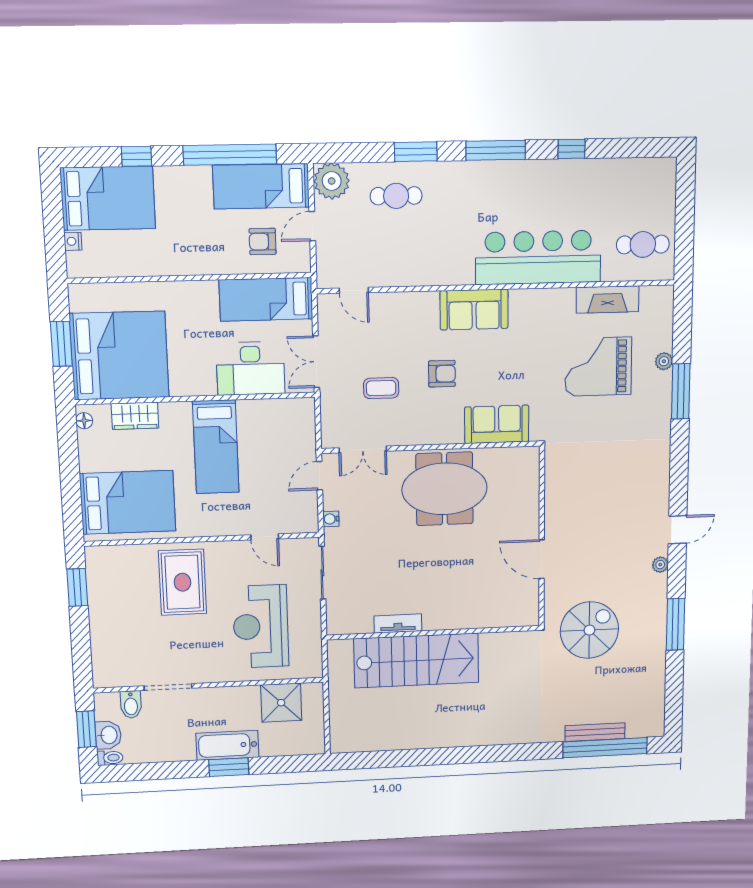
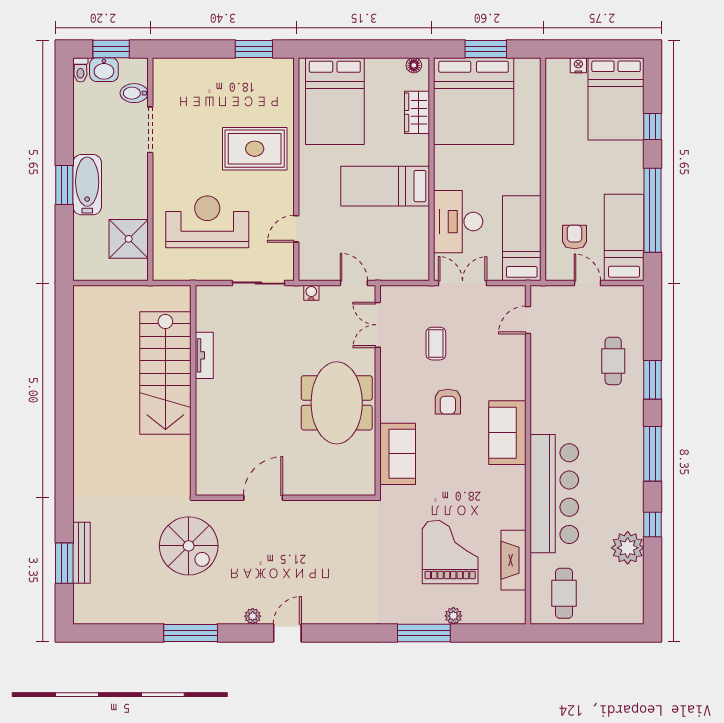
plant: (332, 181) -> (628, 548), moved
door: (678, 530) -> (287, 633), swing flipped
window: (605, 748) -> (64, 563), width x0.47

